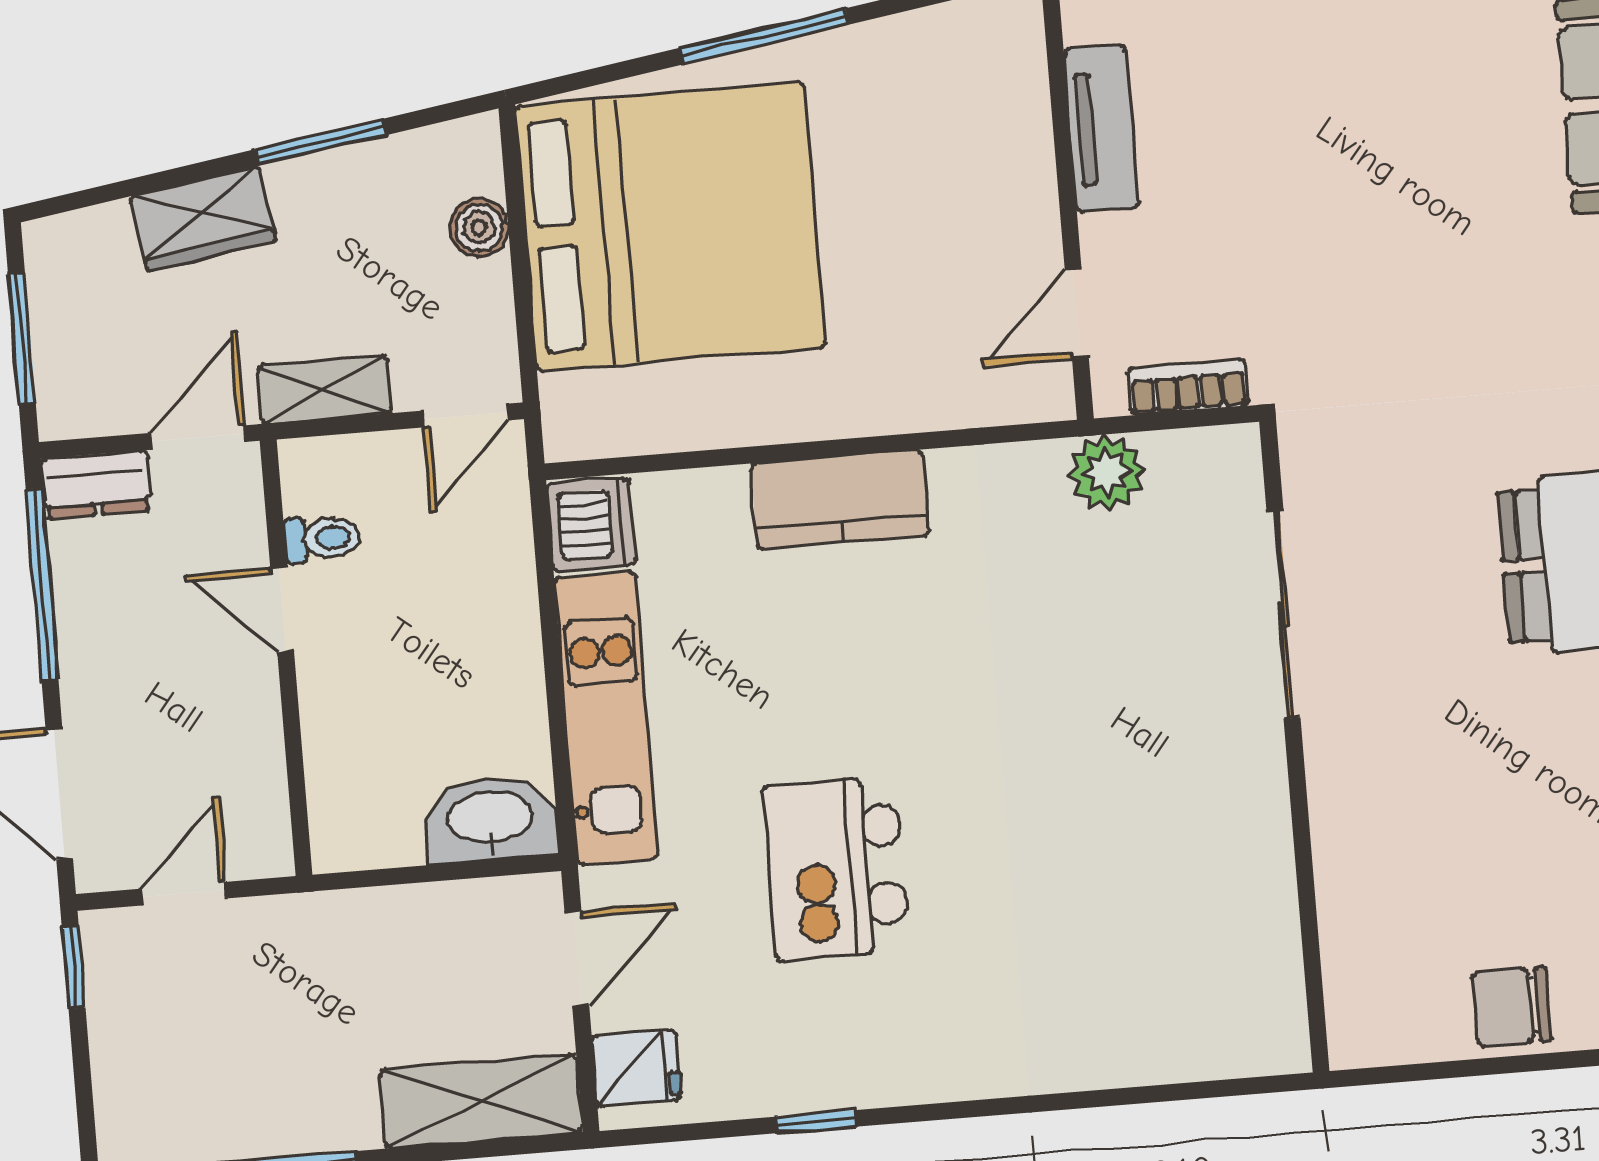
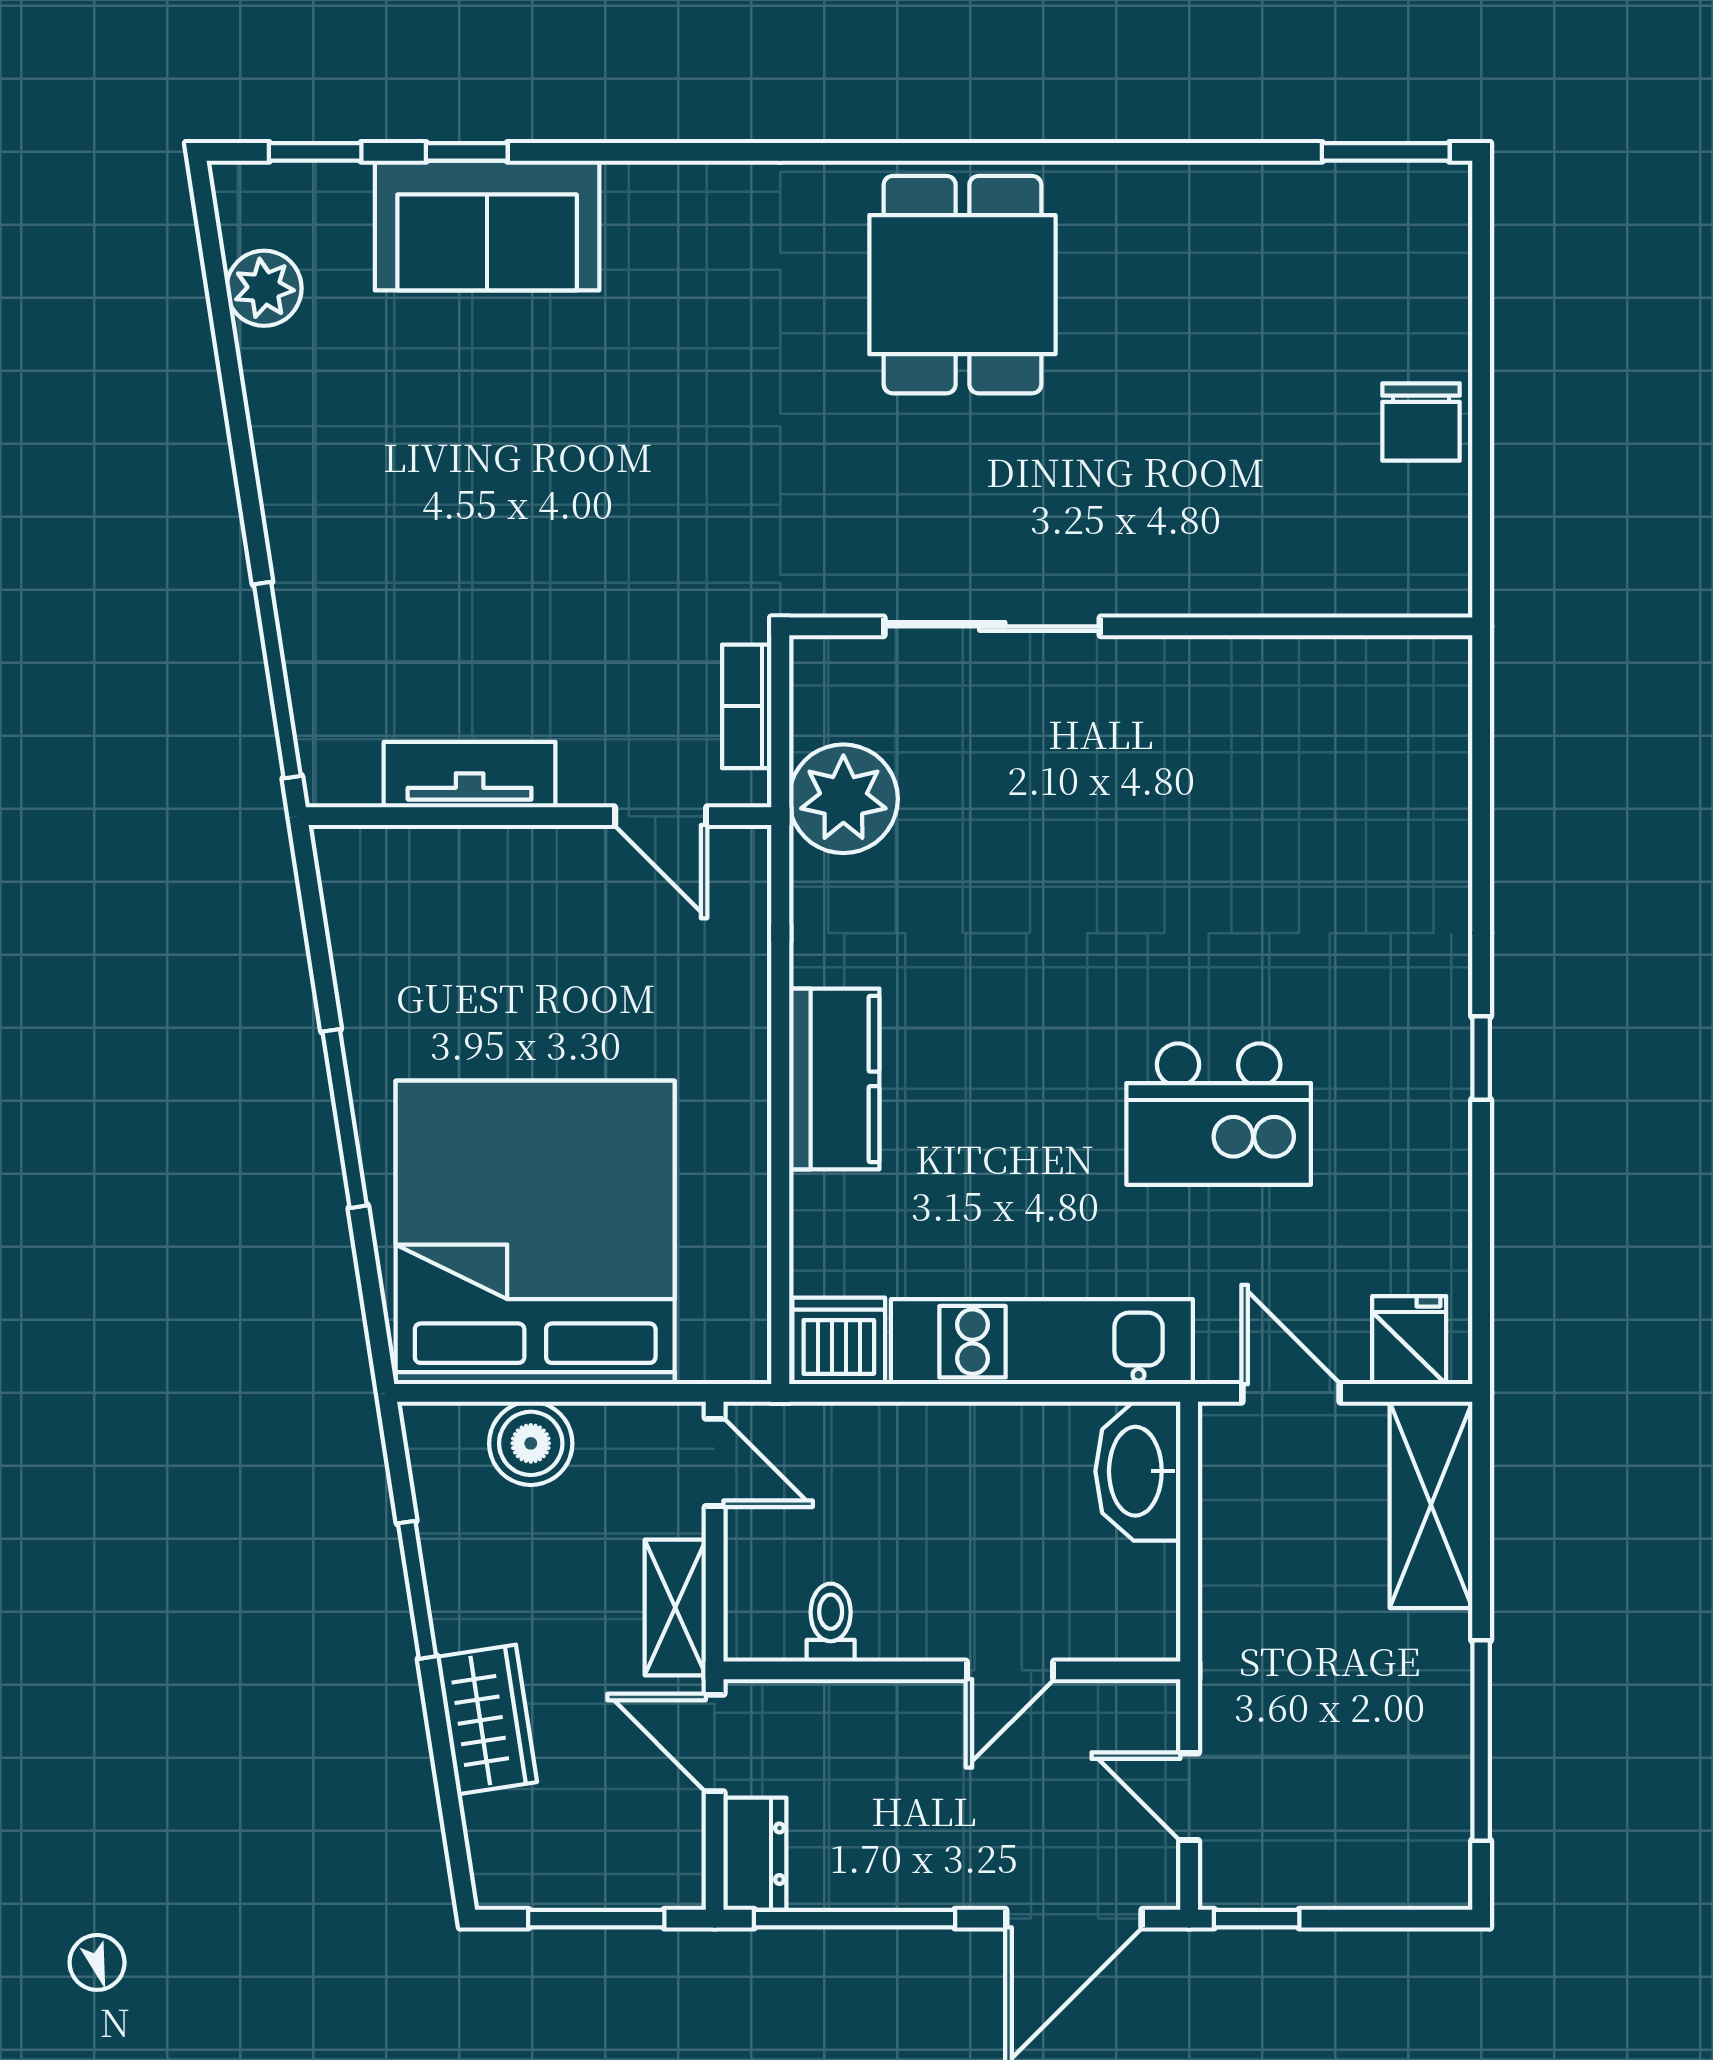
boiler: (479, 228) -> (531, 1443), width x1.36, depth x1.36
plant: (1107, 472) -> (843, 799), width x1.36, depth x1.36
door: (282, 610) -> (1010, 1670), moved
window: (816, 1122) -> (1481, 1058), moved

